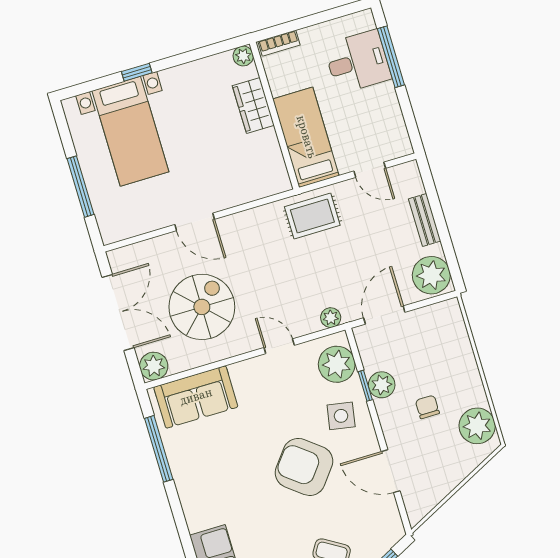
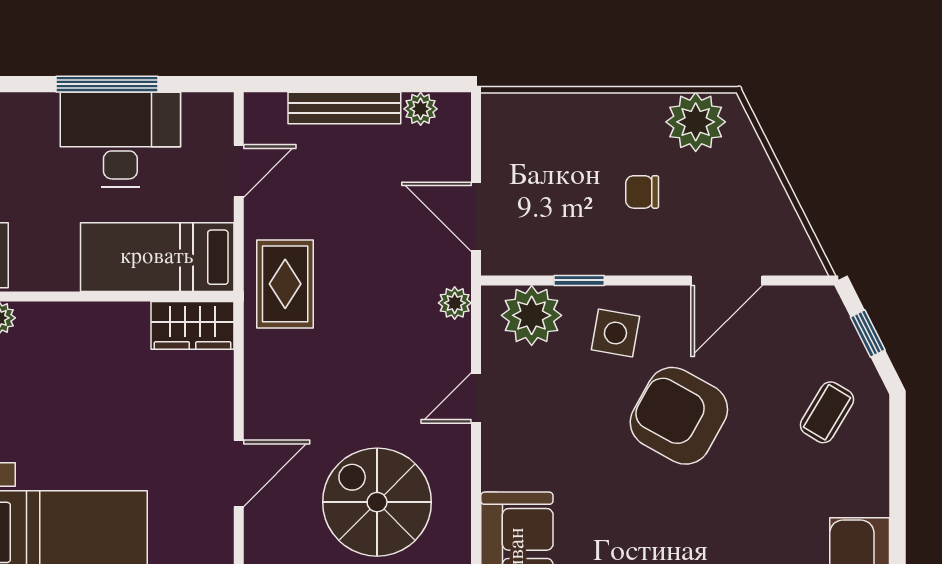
window: (391, 57) -> (107, 84), moved
desk: (358, 62) -> (120, 139), moved, width x1.37
wardrobe: (253, 105) -> (193, 325), moved
bench: (425, 220) -> (344, 108), width x1.36
plant: (431, 275) -> (421, 109), width x0.53, depth x0.53
plant: (382, 385) -> (585, 254), removed
armchair: (304, 467) -> (679, 416), turned 81

